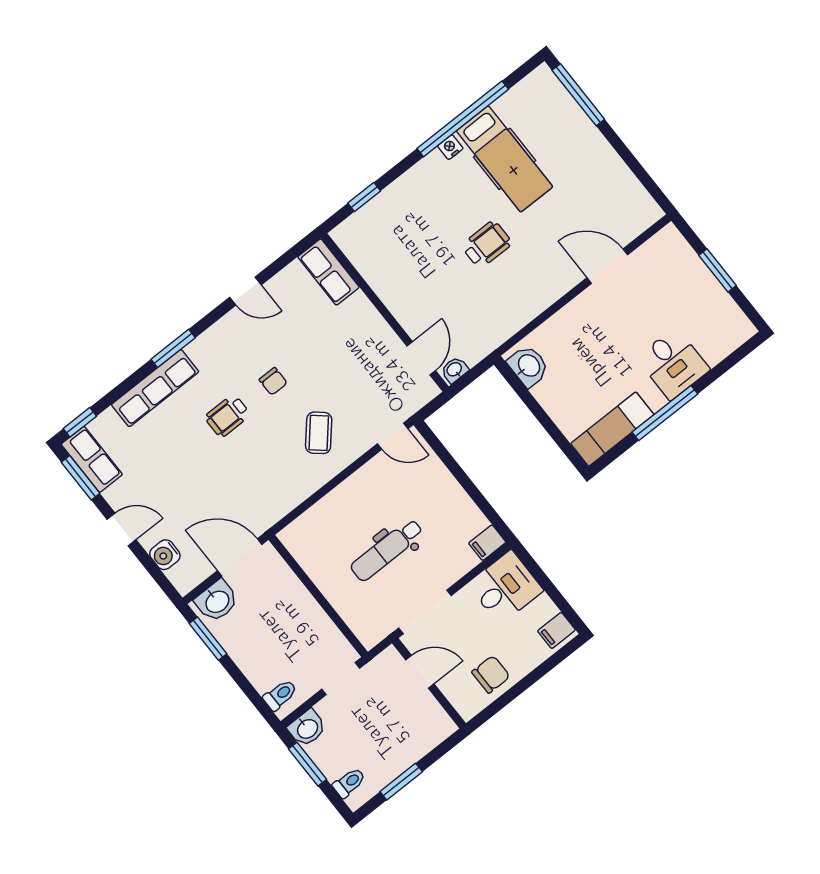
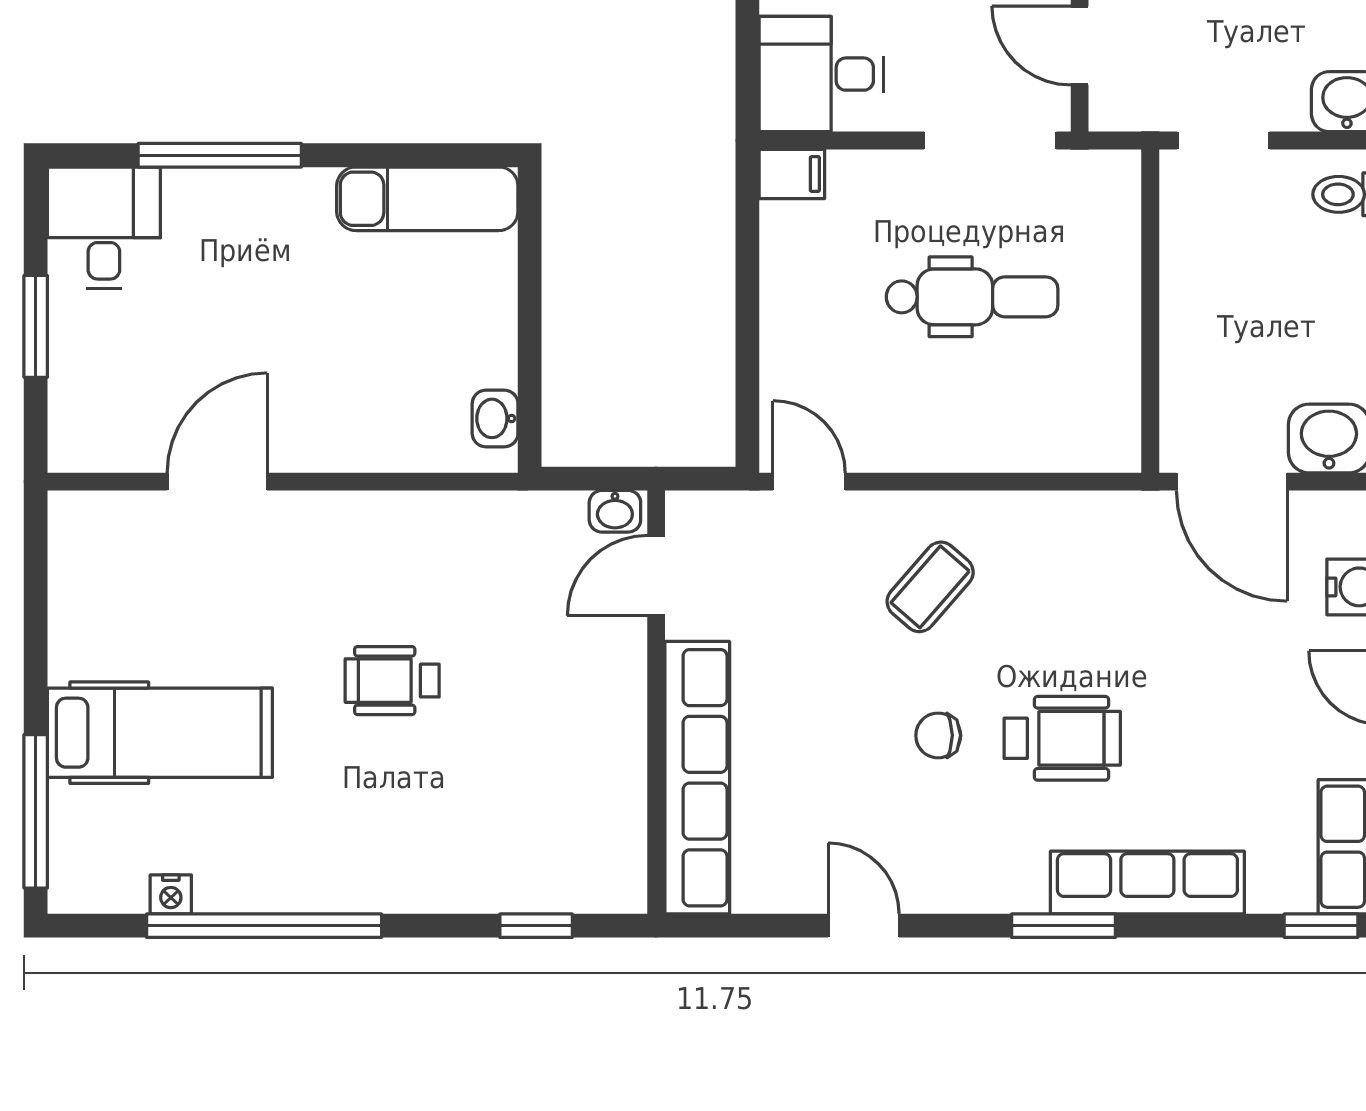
nightstand: (450, 147) -> (171, 894), moved
hospital bed: (505, 159) -> (160, 733), moved, turned 90
door: (607, 266) -> (217, 482), swing flipped
row of seats: (329, 272) -> (697, 778), width x2.02
desk: (673, 364) -> (104, 228), moved
washbasin: (528, 366) -> (495, 418), width x0.72, depth x0.69
chair: (273, 381) -> (938, 735), turned -90
window: (665, 413) -> (220, 155), moved
wheelchair: (227, 416) -> (1062, 738), width x1.36, depth x1.37

